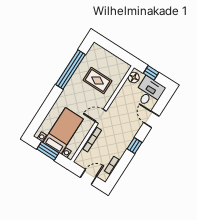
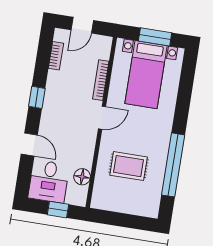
floor lamp: (134, 78) -> (82, 177), moved

